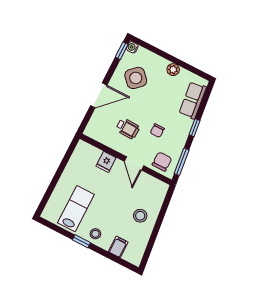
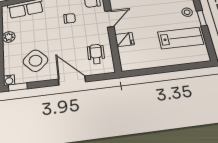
wheelchair: (128, 128) -> (96, 54), moved
lab bench: (76, 209) -> (181, 38), turned 180

